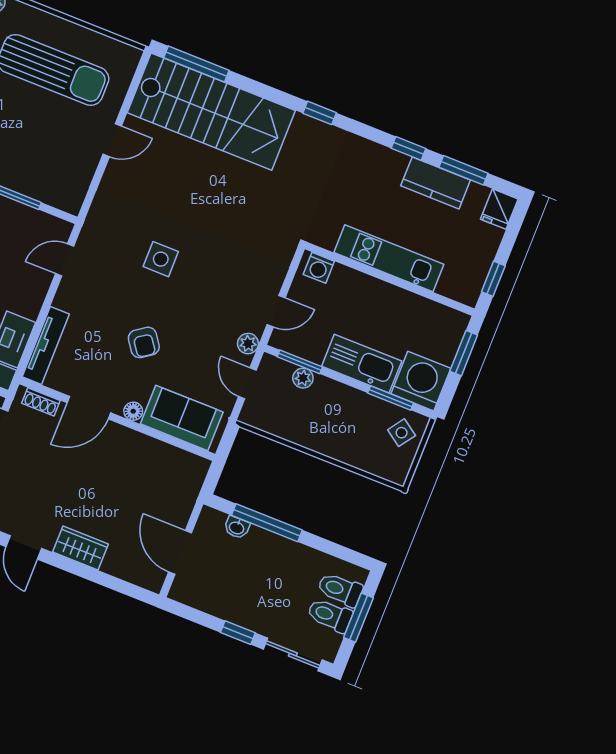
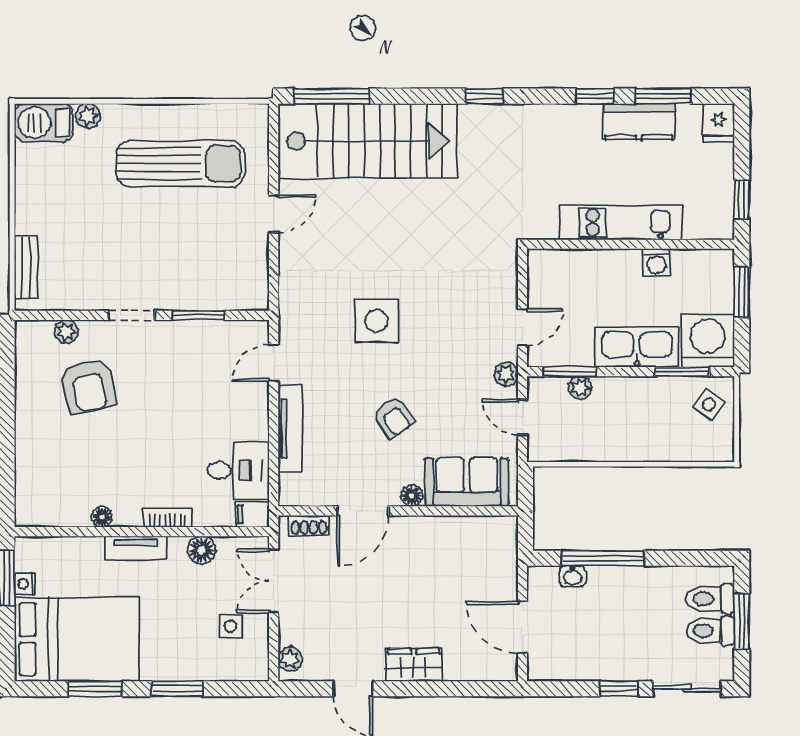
side table: (161, 259) -> (377, 321), width x1.37, depth x1.37
washing machine: (319, 268) -> (656, 263), moved
tv unit: (46, 345) -> (290, 429), moved

